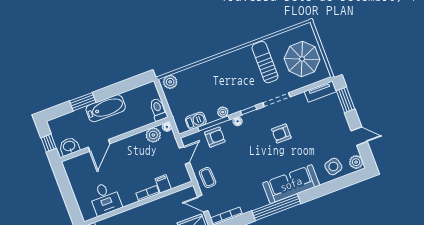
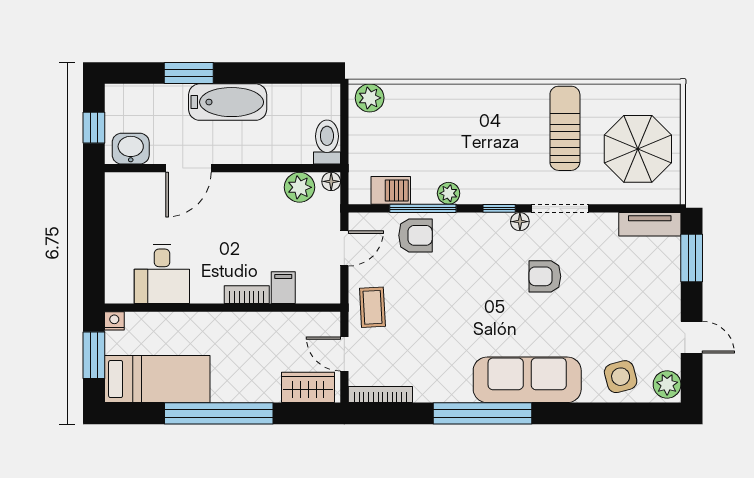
floor lamp: (238, 121) -> (520, 222), moved

